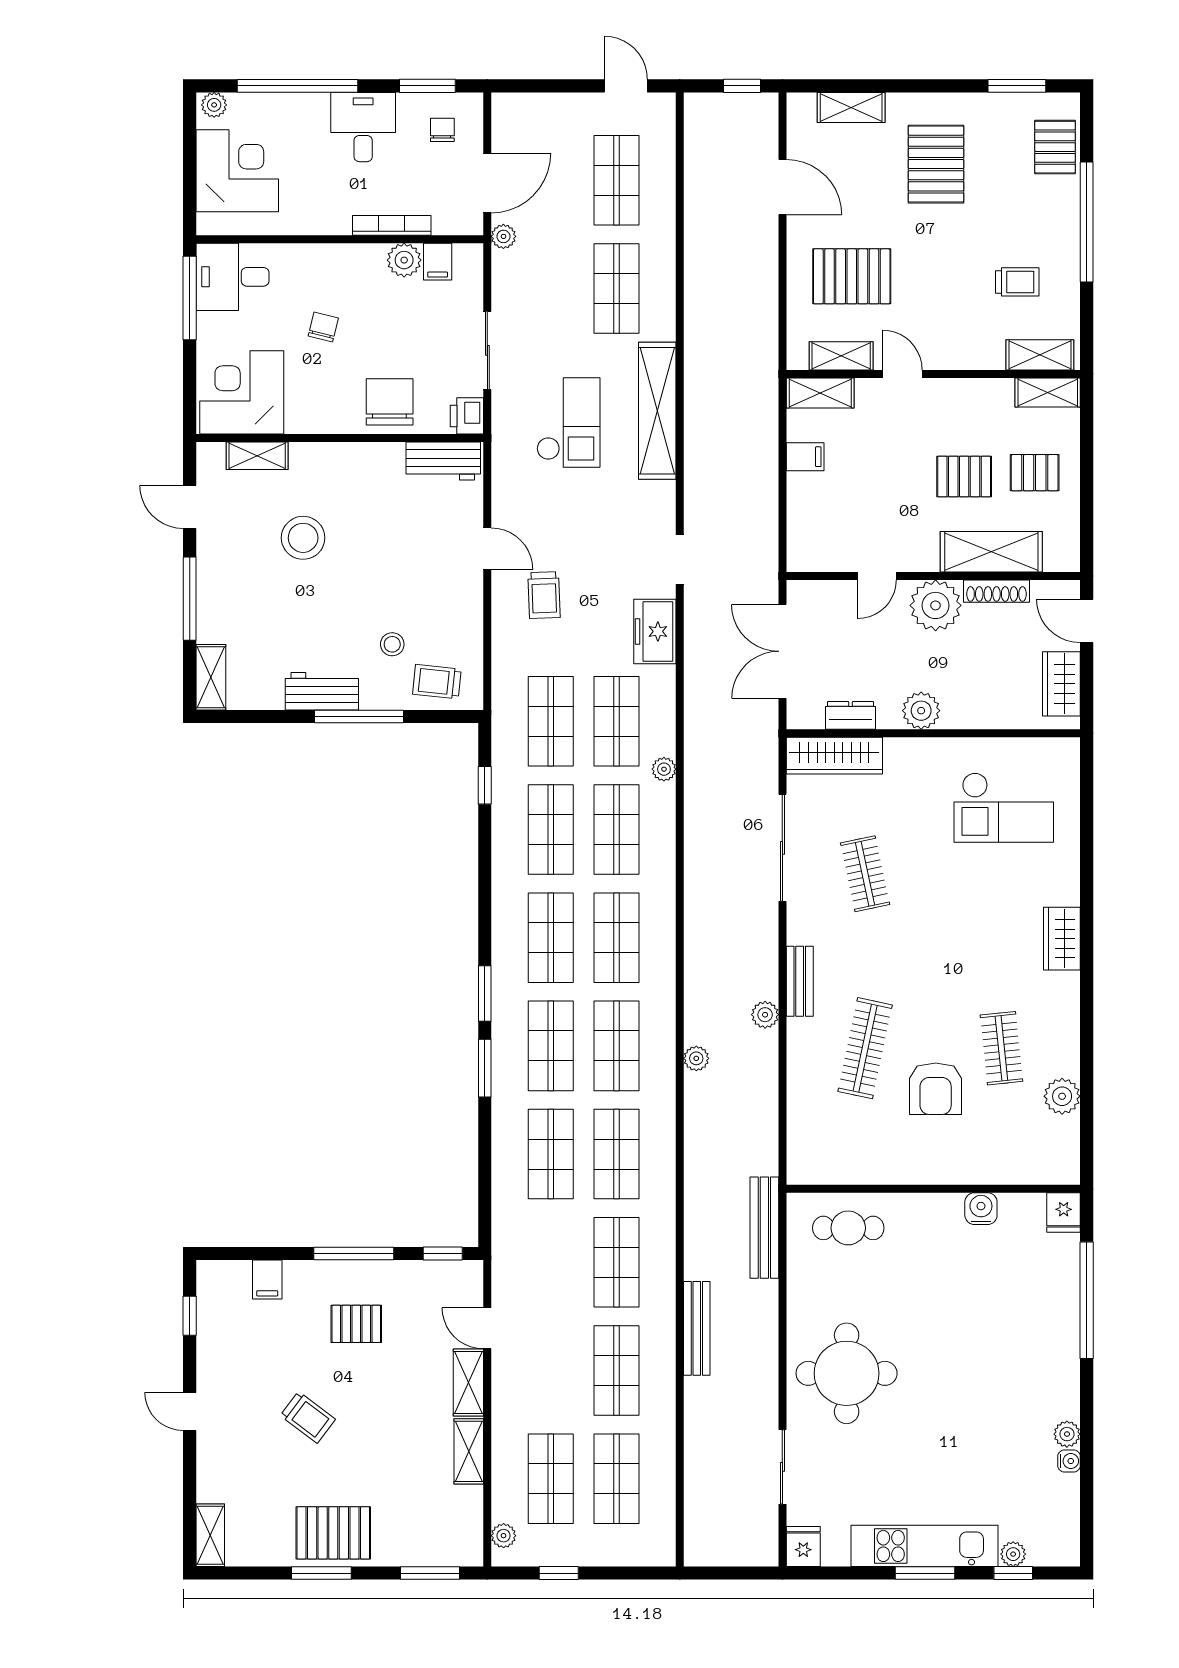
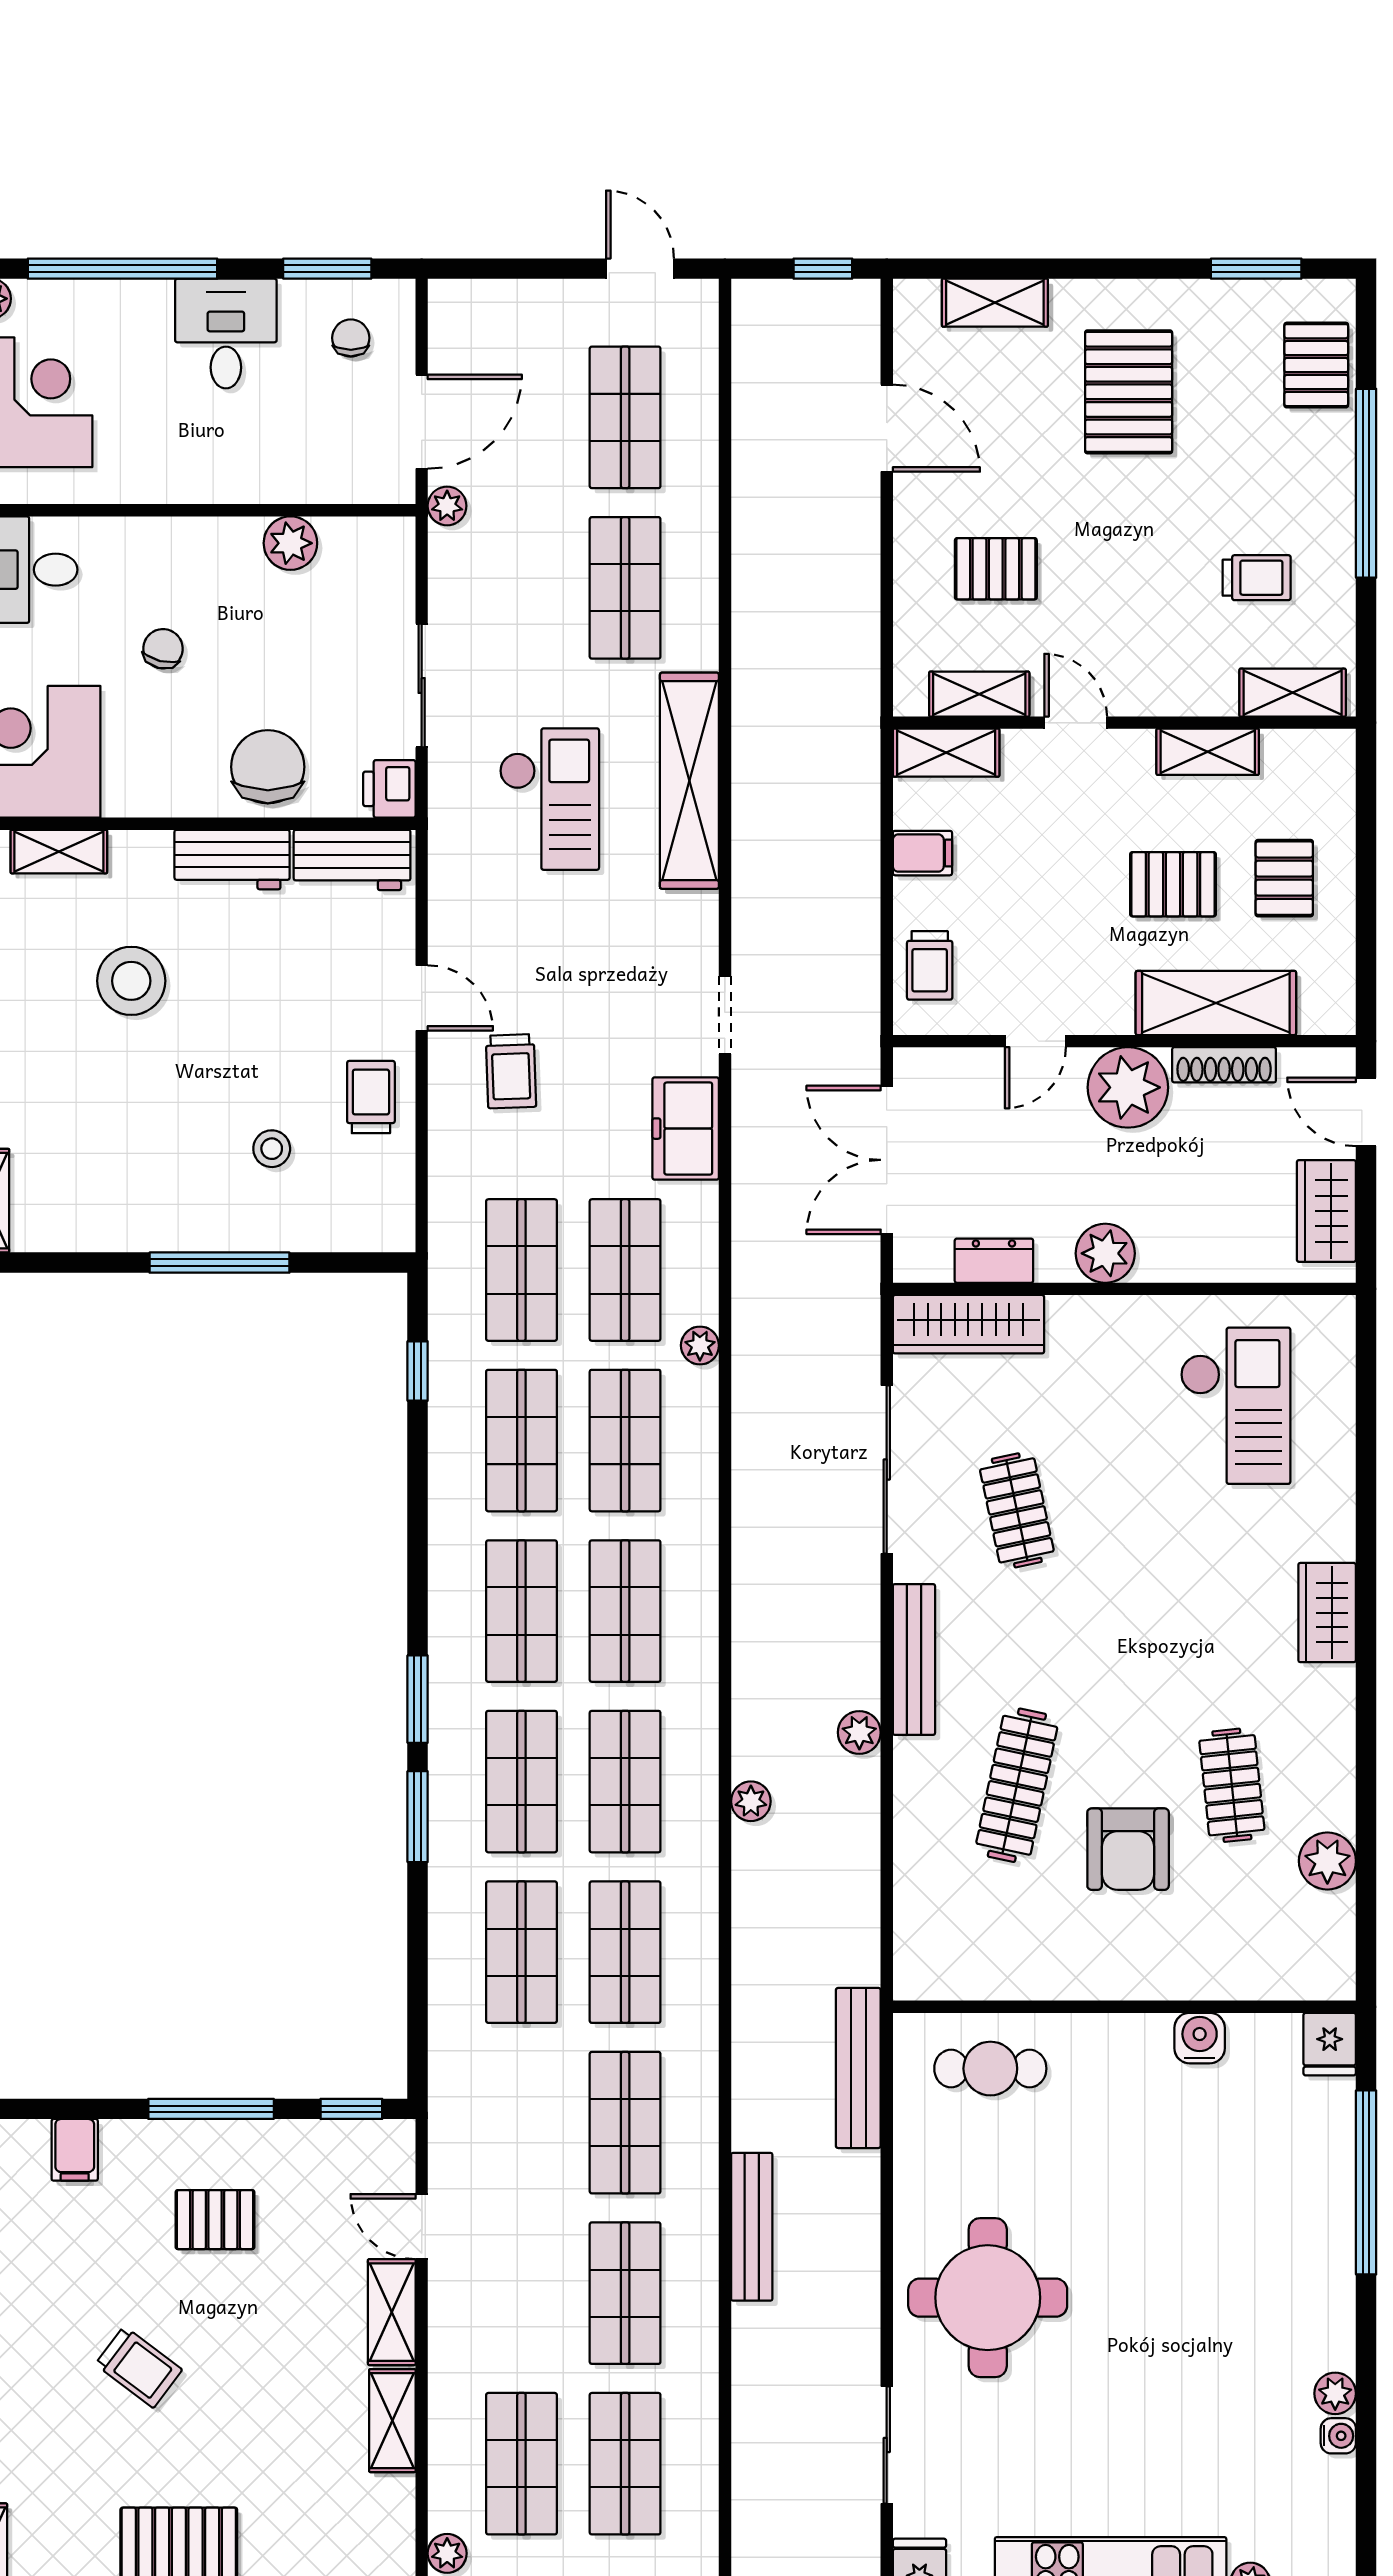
bookcase: (392, 225) -> (271, 488), removed
filing cabinet: (438, 262) -> (343, 546), removed
pallet: (852, 276) -> (996, 569), width x0.67, depth x0.71
shelving: (1048, 392) -> (1208, 752), moved
pallet: (1035, 473) -> (1284, 878), turned 90
trolley: (810, 528) -> (930, 965), added
trolley: (437, 682) -> (371, 1097), moved, turned 84
workbench: (322, 691) -> (232, 860), moved, turned 180
checkout: (1004, 807) -> (1235, 1406), turned -90
bench: (800, 981) -> (914, 1660), width x1.36

